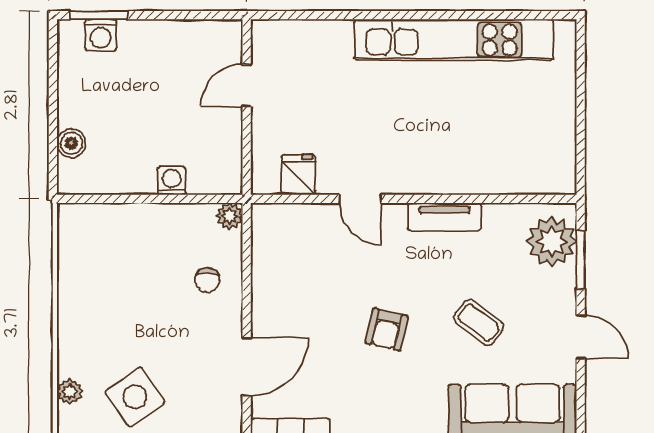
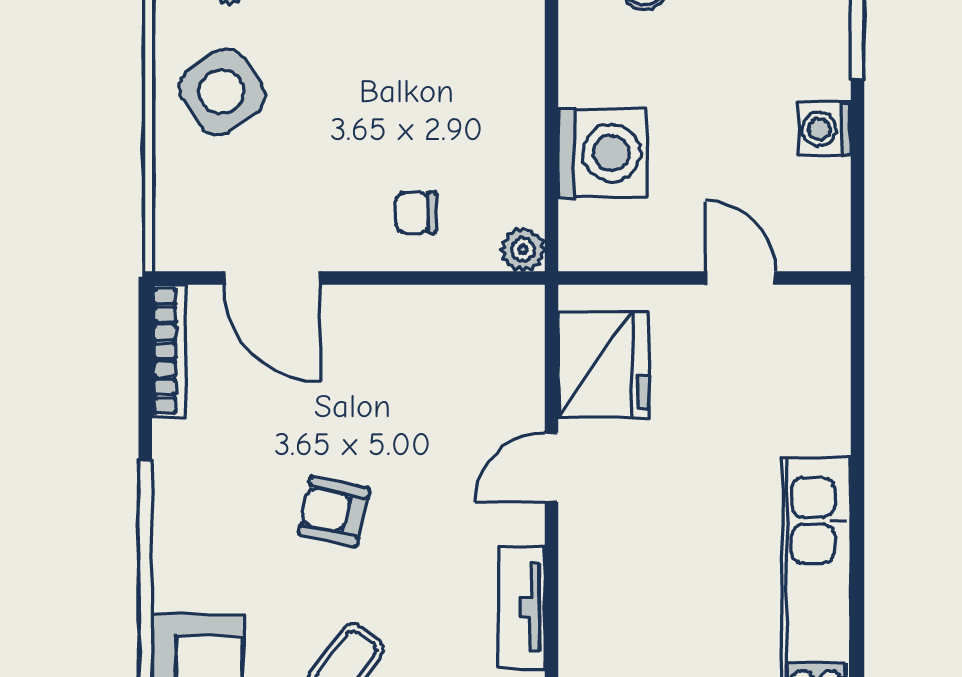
washing machine: (101, 35) -> (824, 129), moved
fridge: (298, 175) -> (603, 364), width x1.88, depth x1.34
washing machine: (172, 181) -> (603, 153), width x1.89, depth x1.89

